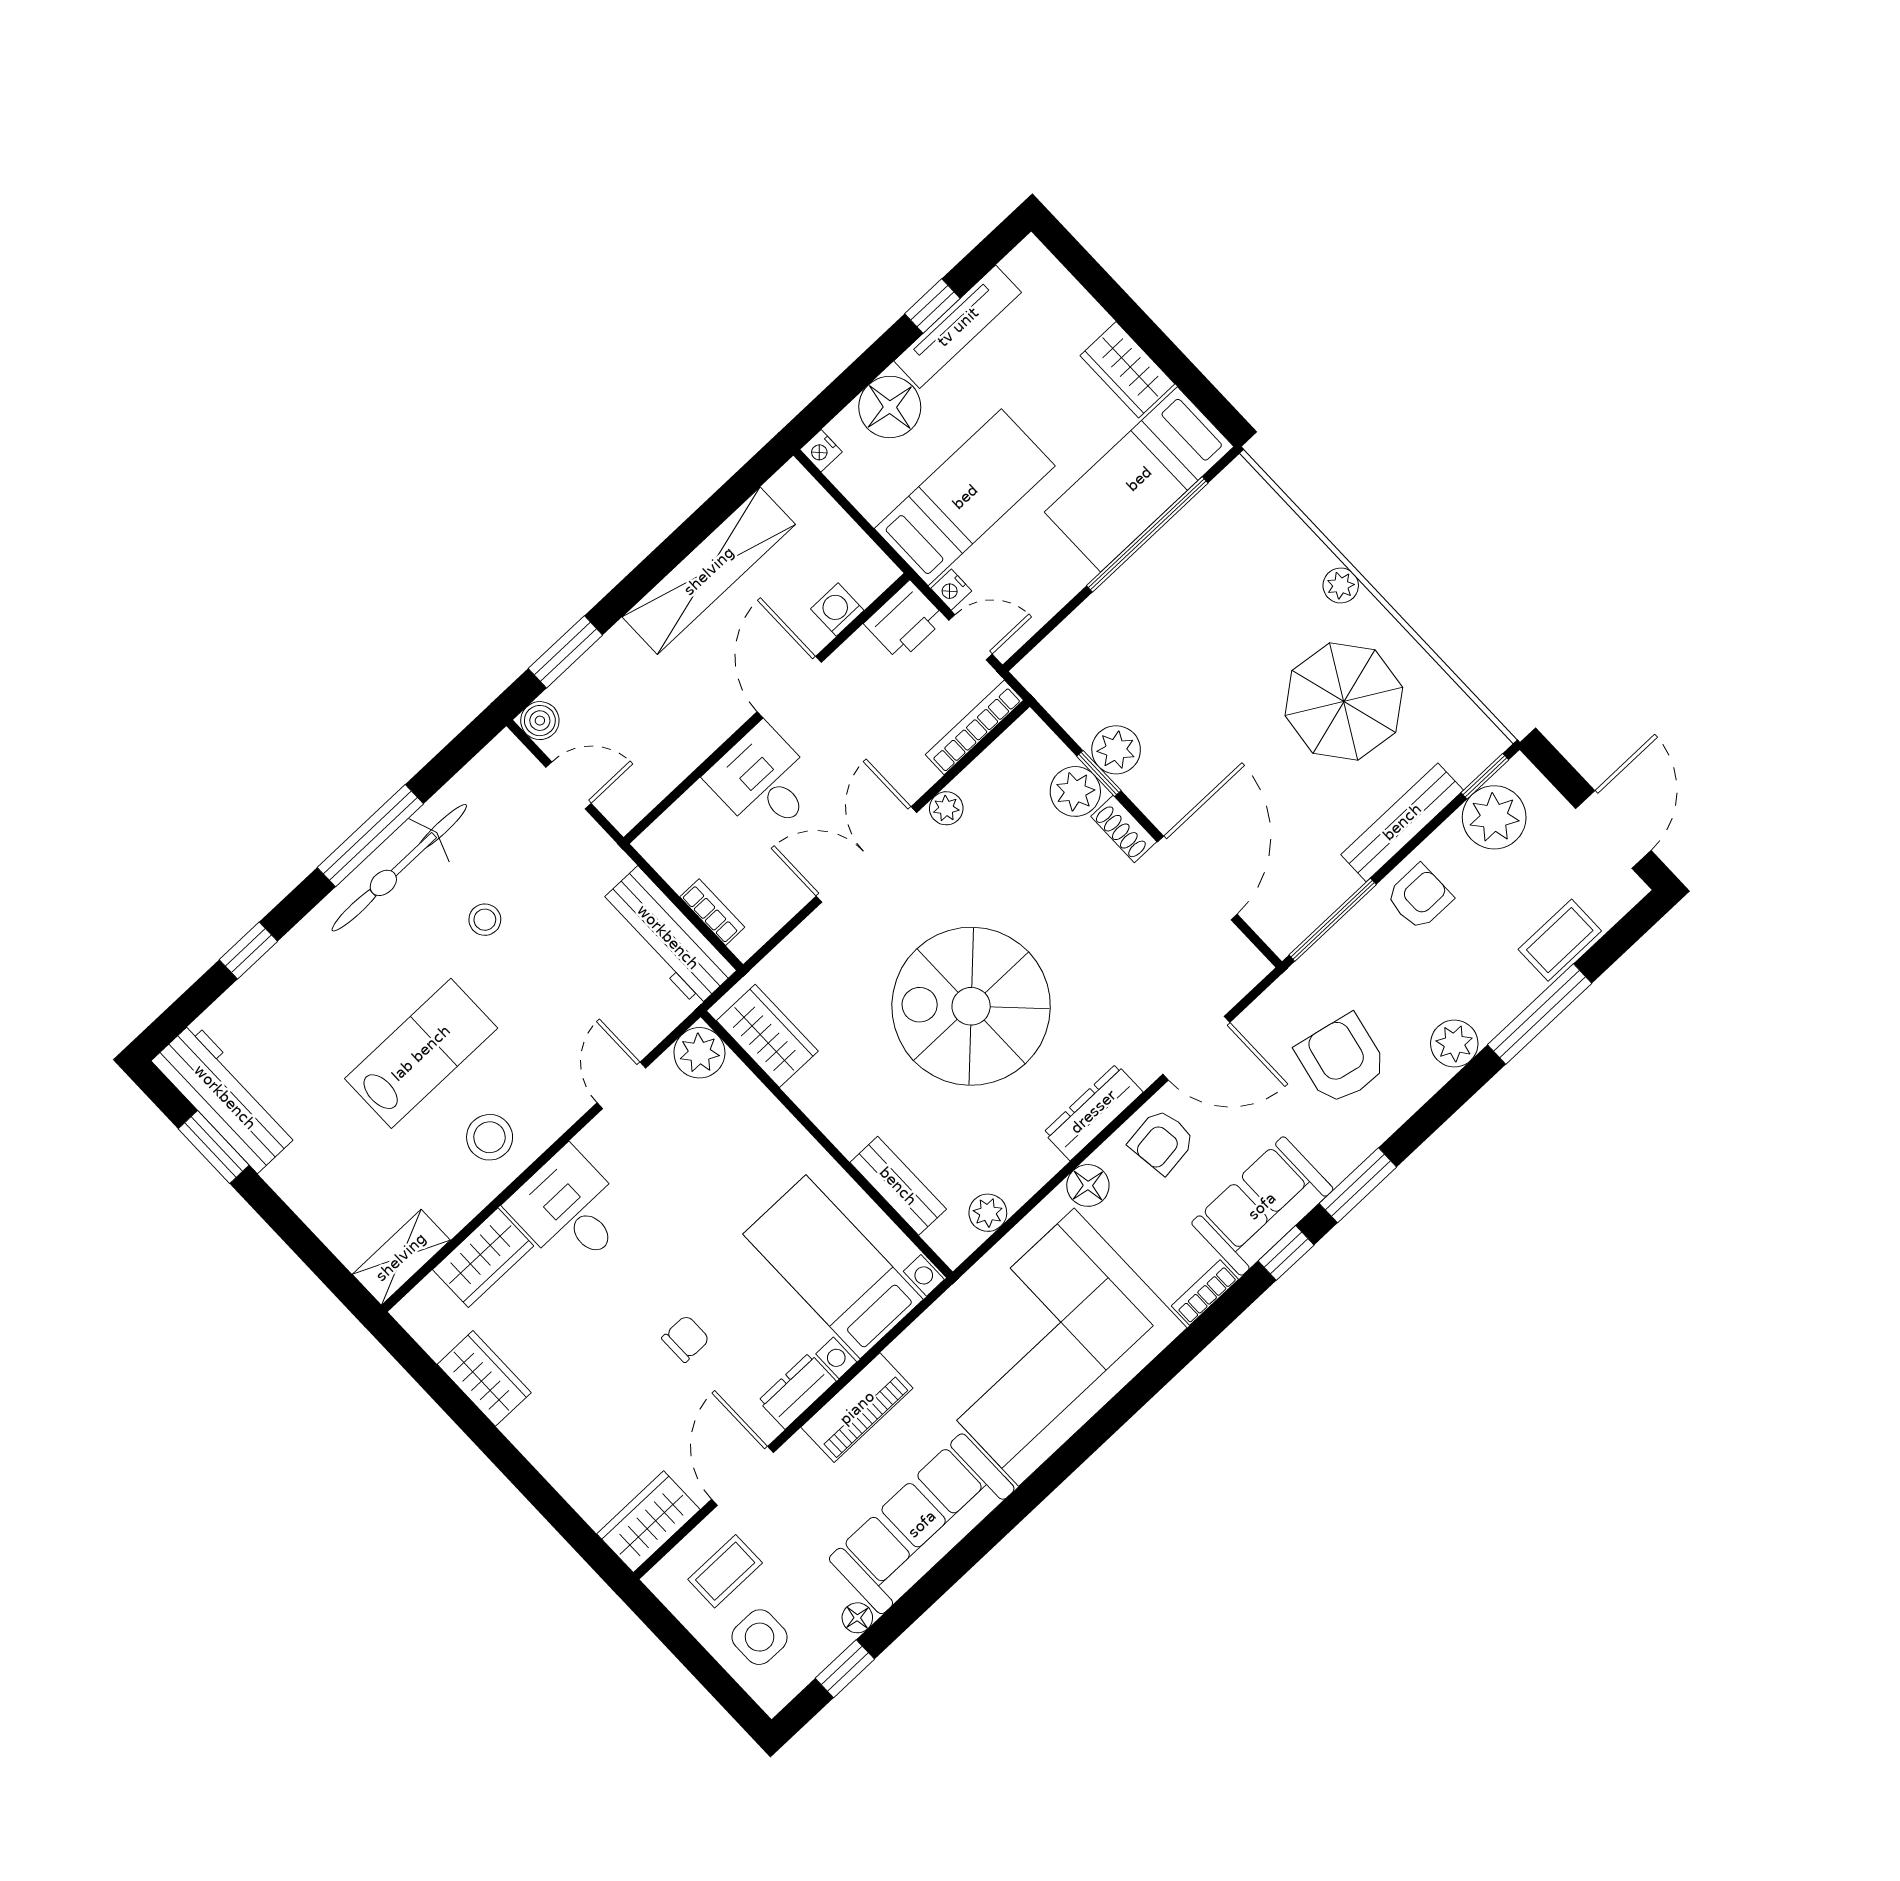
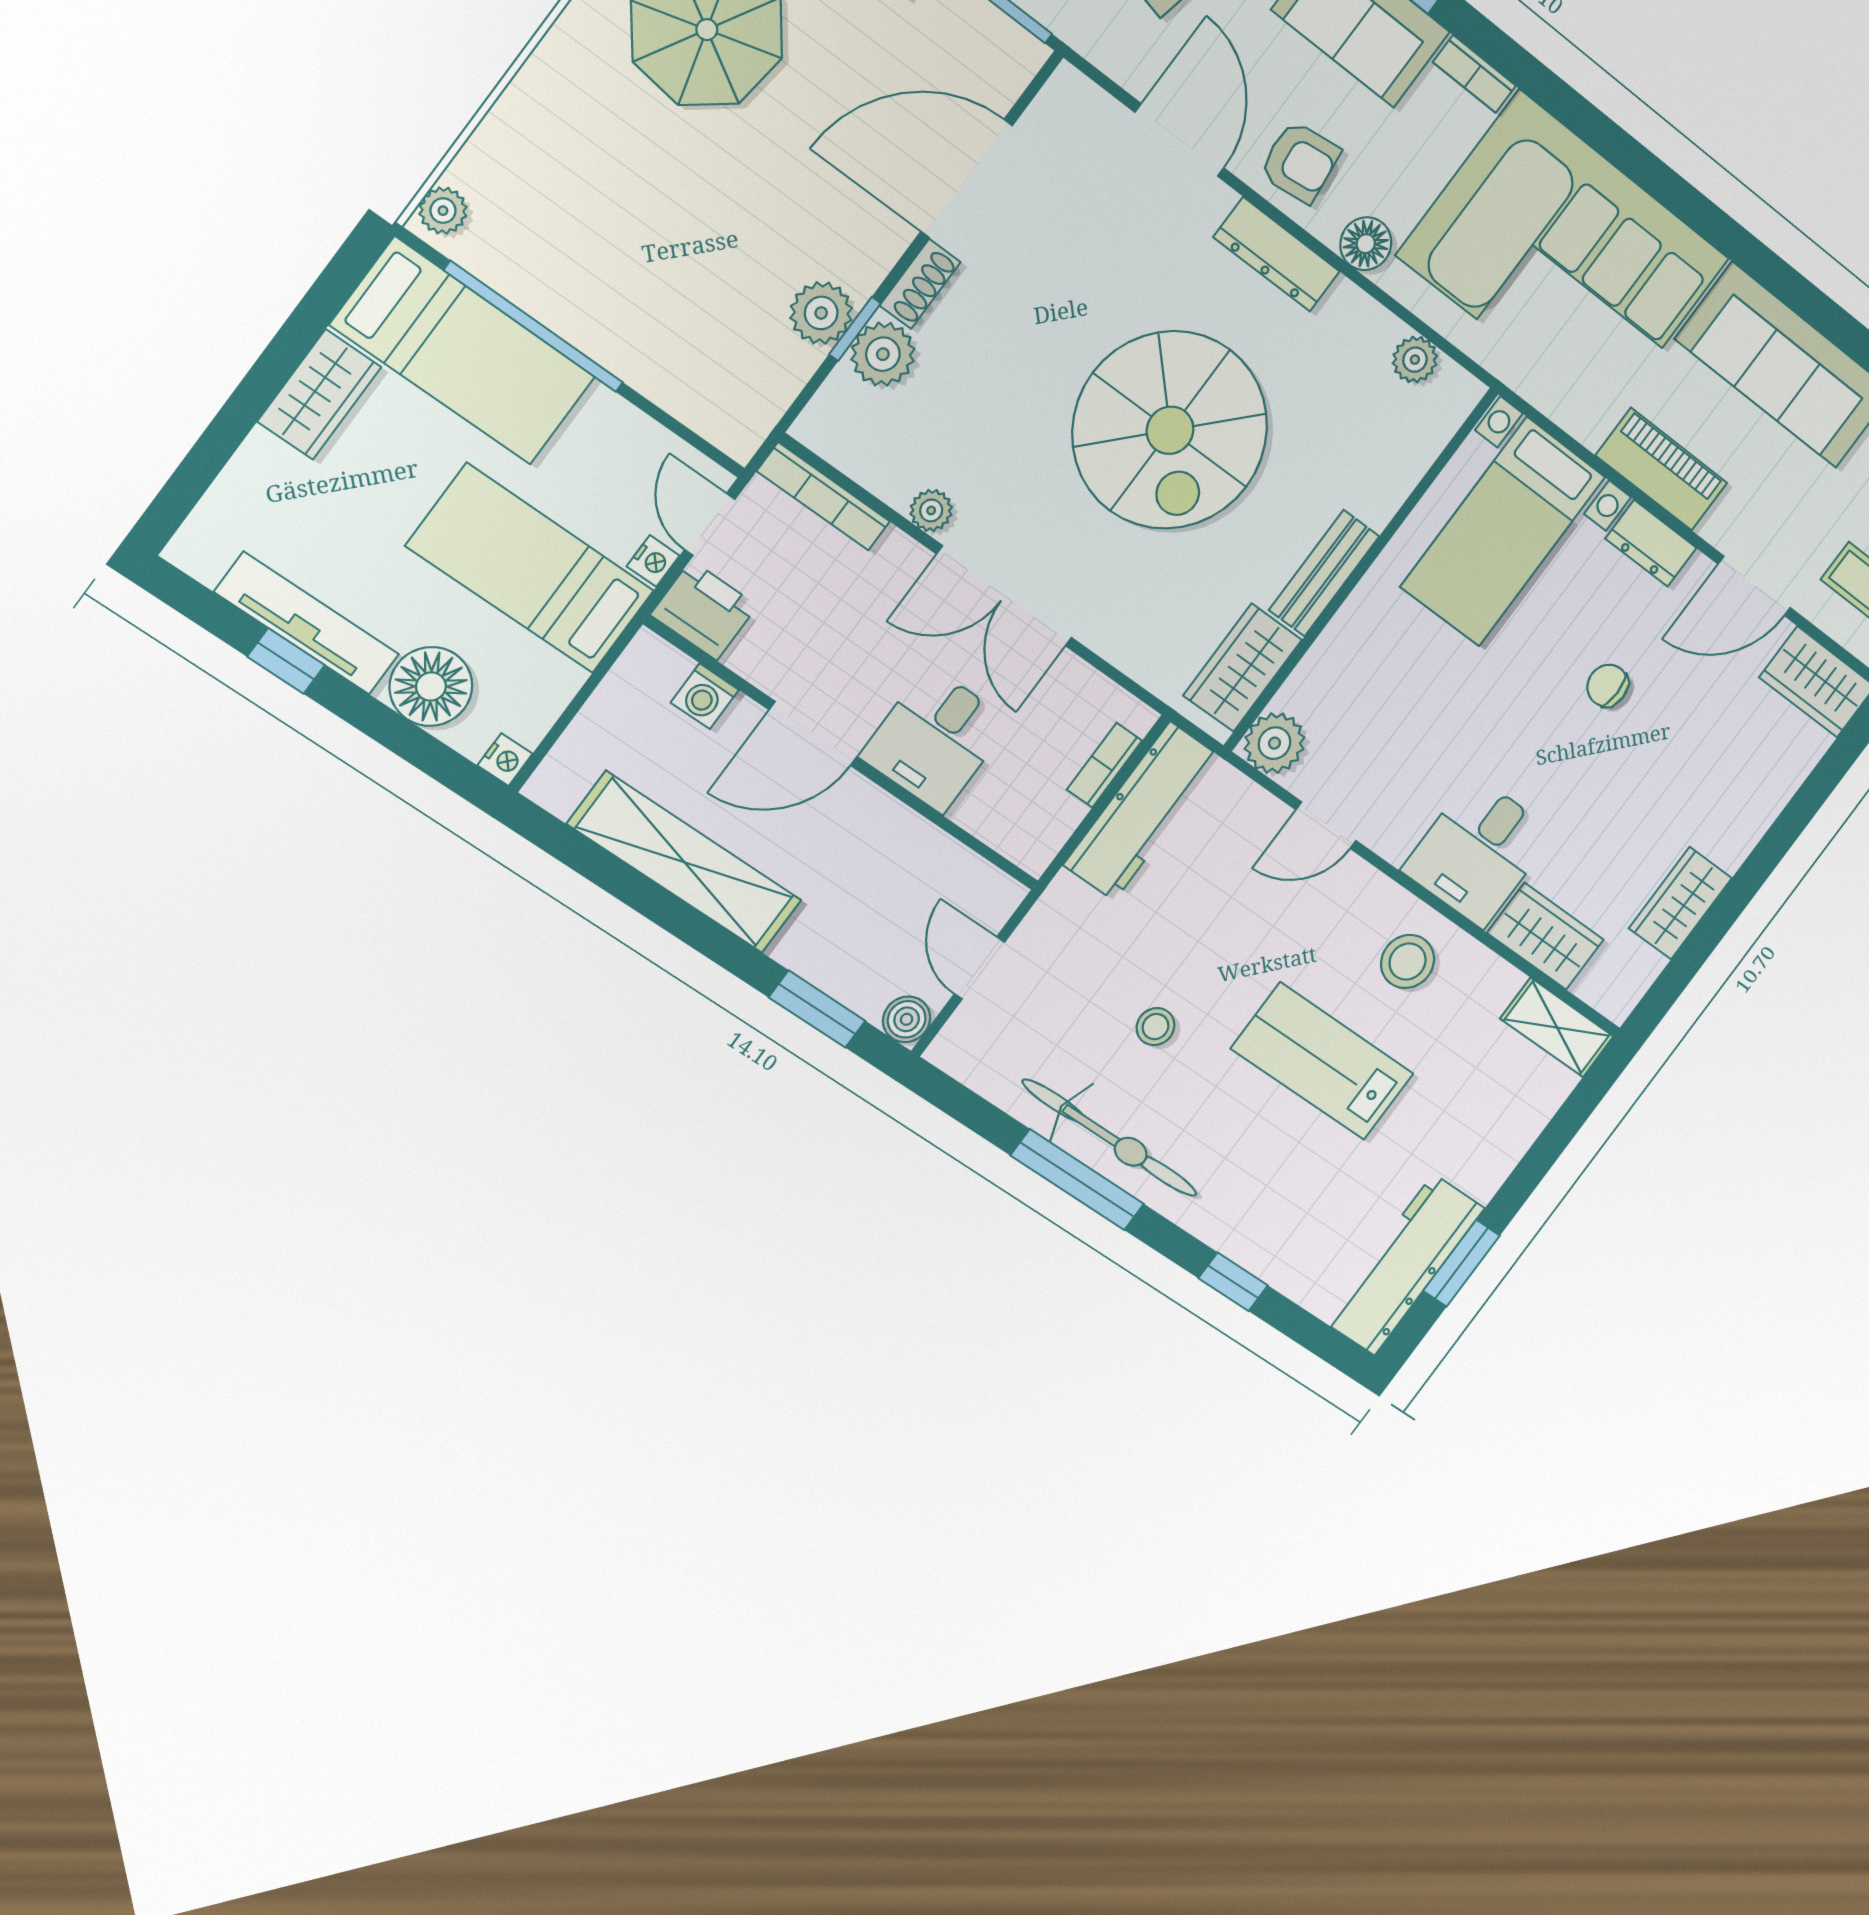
plant: (1341, 585) -> (443, 211), moved
bench: (898, 1186) -> (1324, 573), moved

